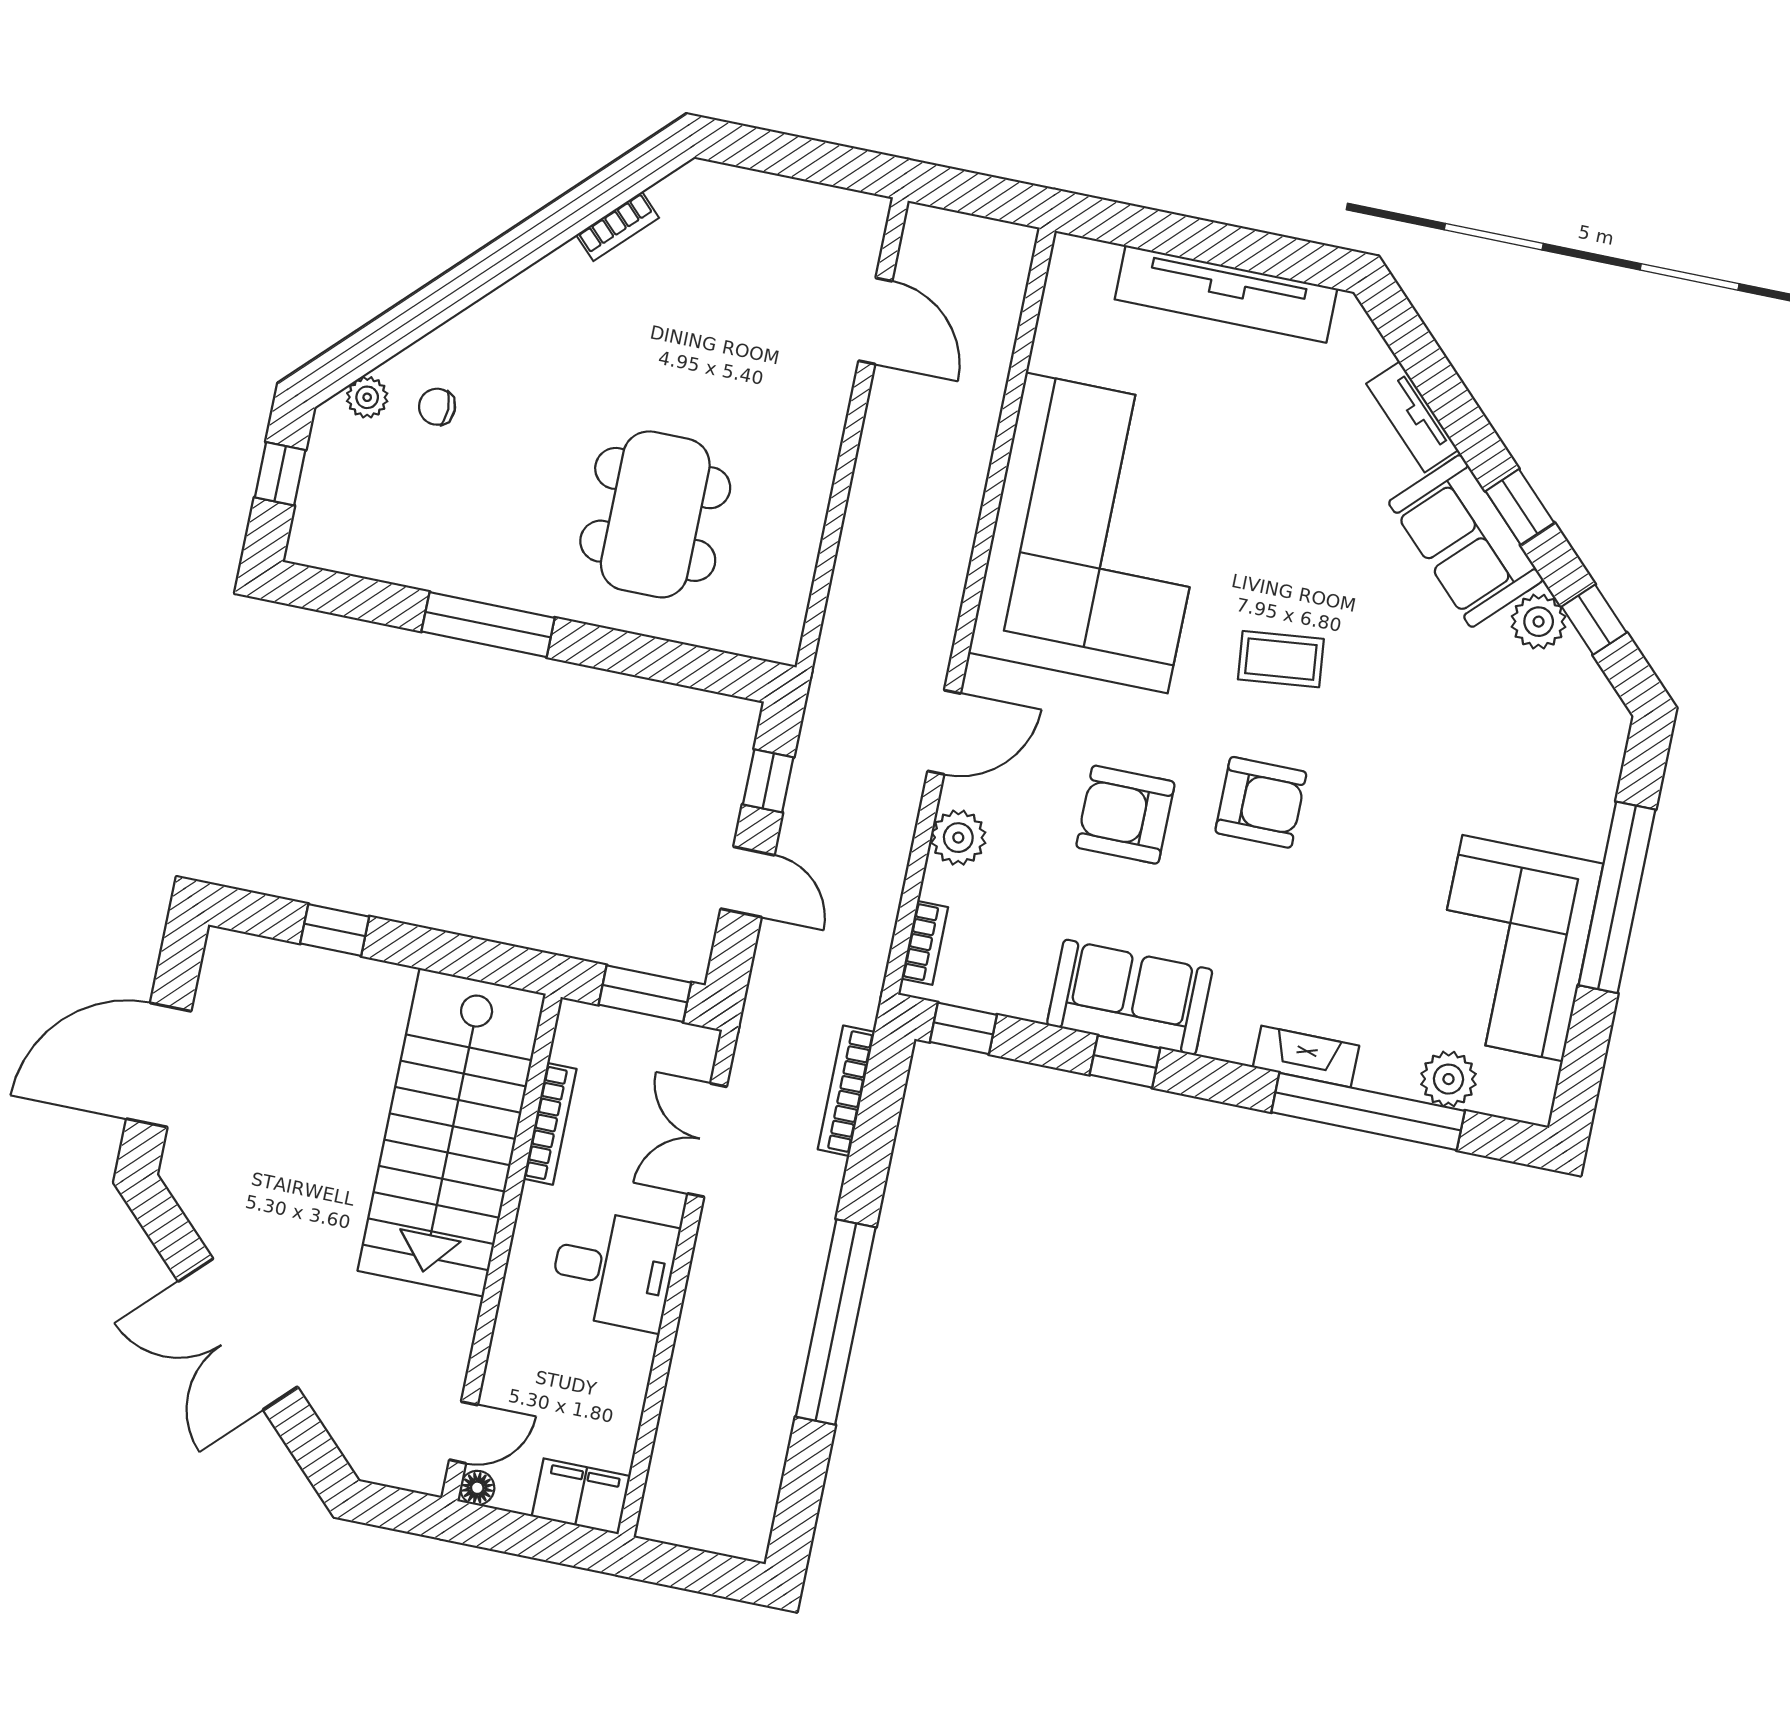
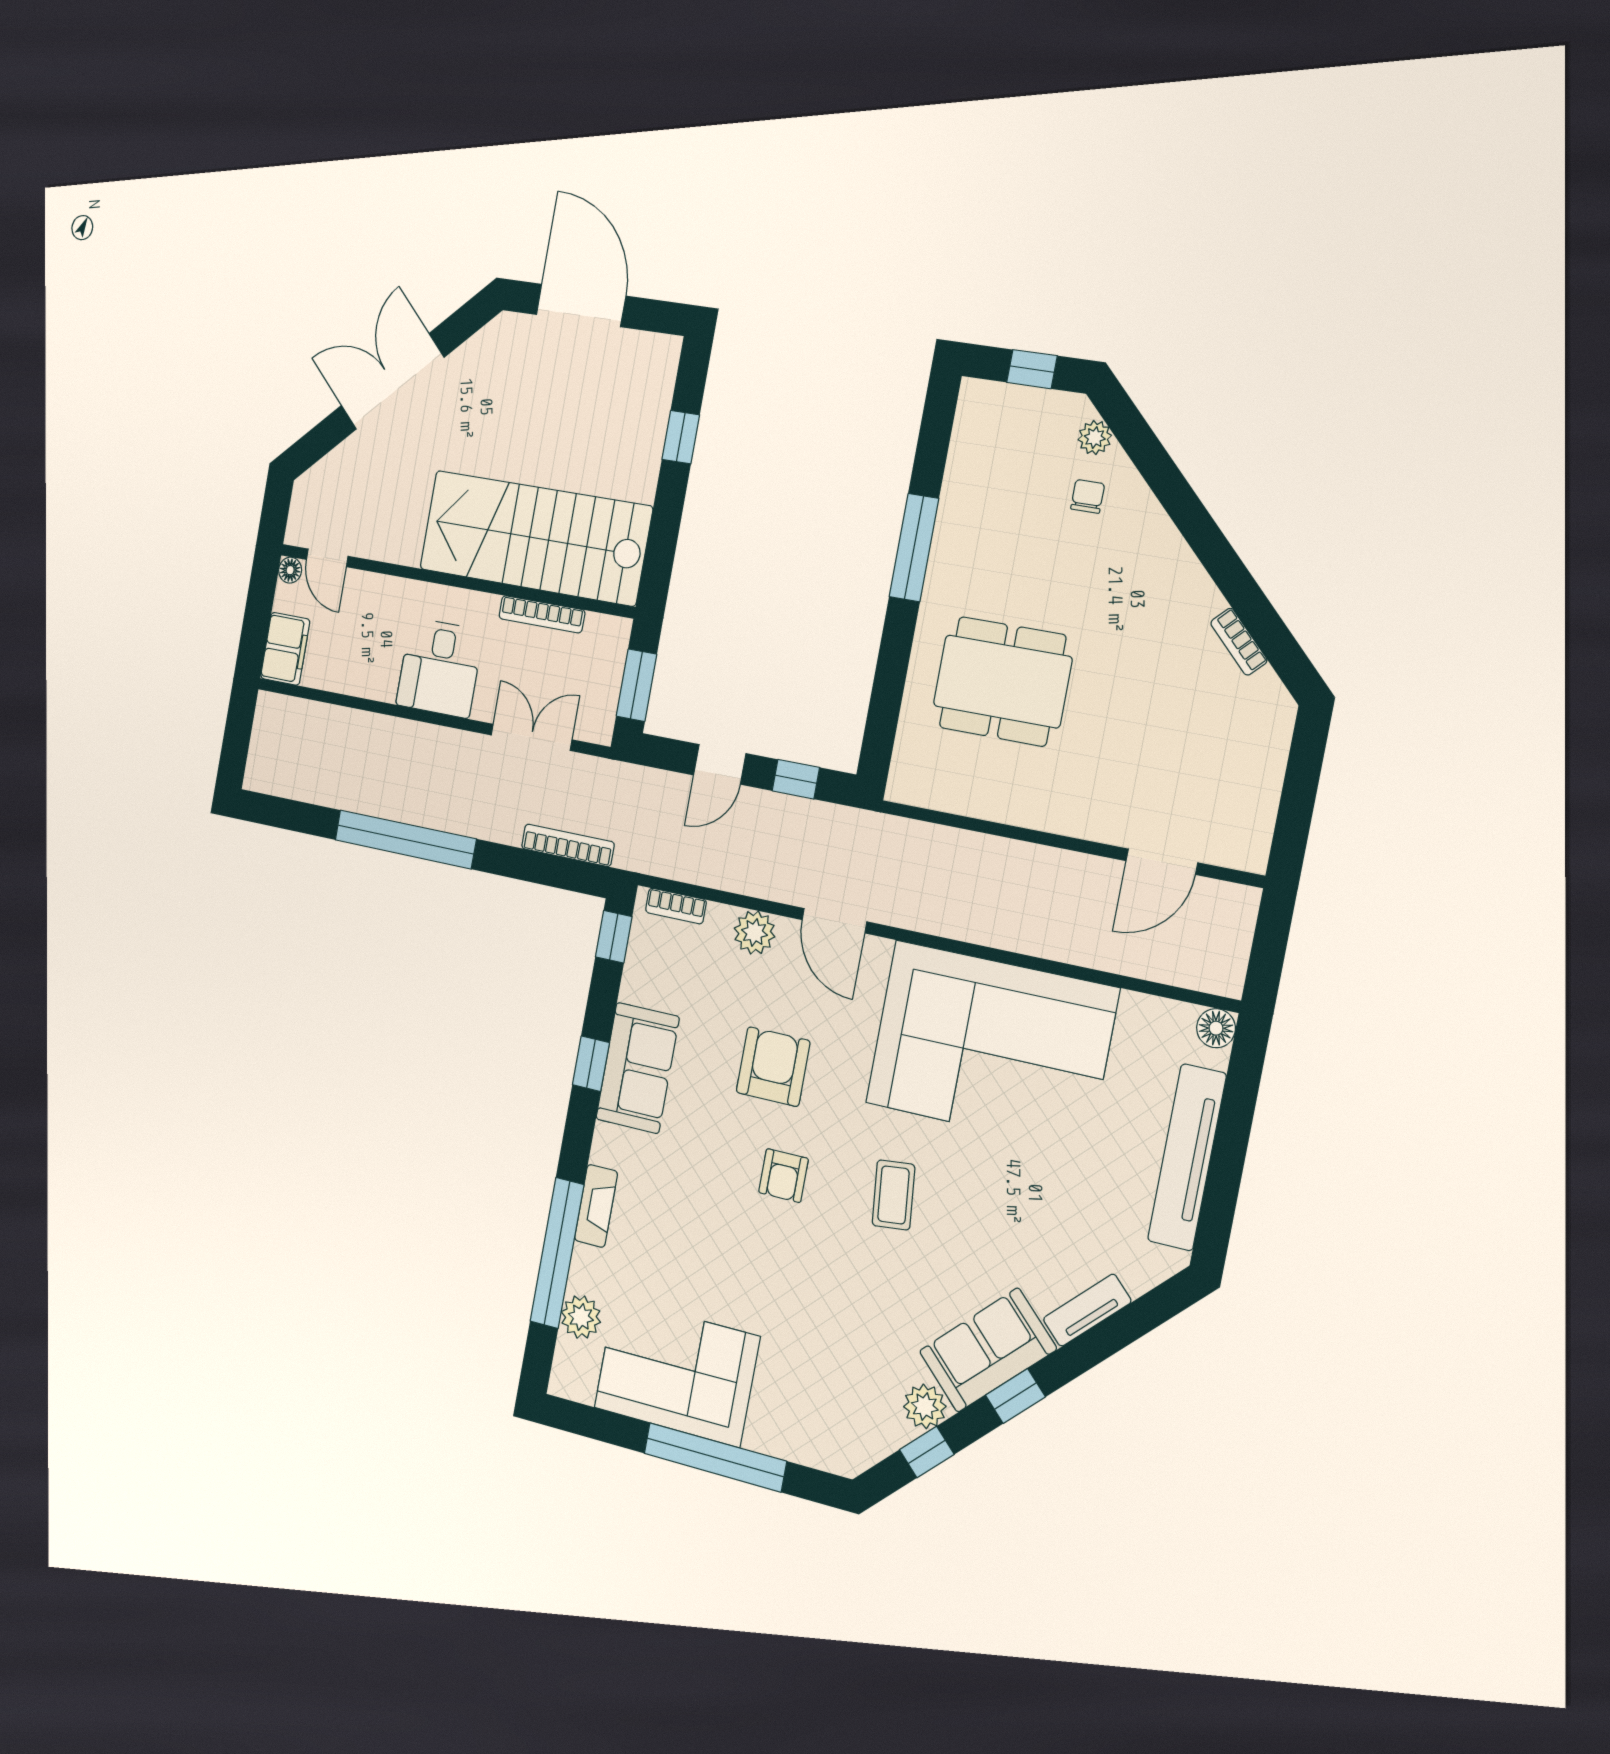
floor lamp: (1073, 258) -> (1216, 1028), added
armchair: (1261, 802) -> (784, 1176), width x0.72, depth x0.72

